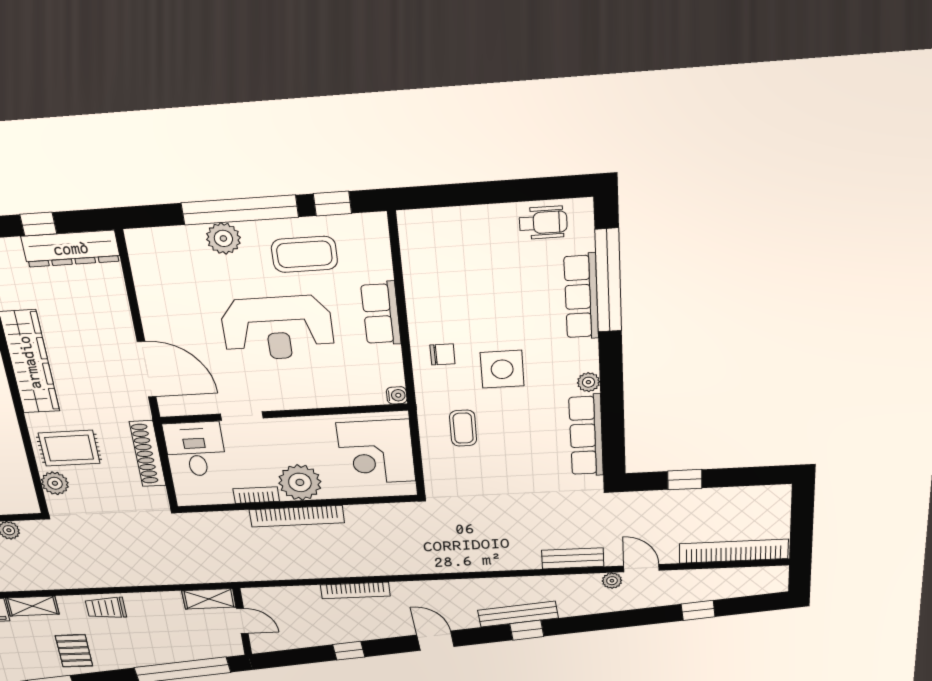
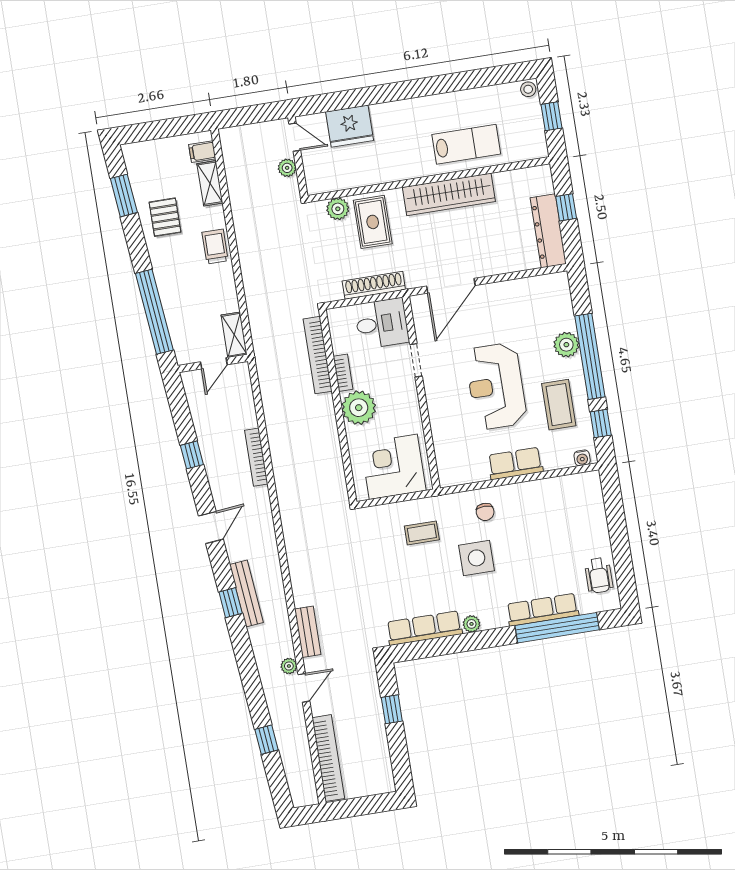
water cooler: (397, 395) -> (582, 458), moved
bookcase: (297, 516) -> (318, 355), moved
pallet: (74, 651) -> (165, 217), turned 90

